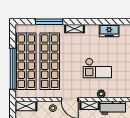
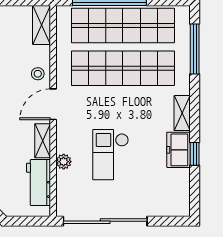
window: (49, 22) -> (195, 49), moved
window: (97, 22) -> (195, 154), added
freezer: (109, 31) -> (178, 150), moved

